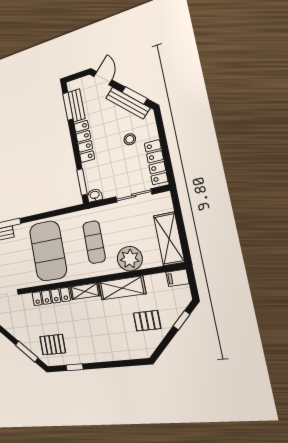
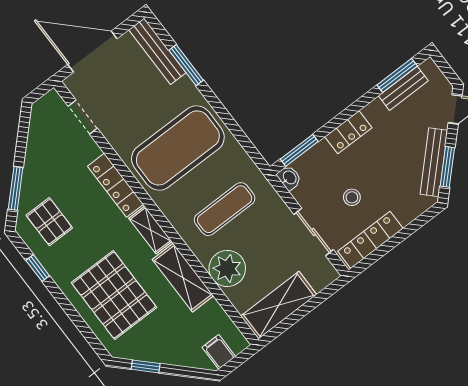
stool: (130, 139) -> (352, 197), moved
locker: (84, 141) -> (348, 132), width x0.66
filing cabinet: (177, 278) -> (219, 352), moved
window: (182, 320) -> (146, 366), moved
pallet: (147, 321) -> (114, 295), moved, width x2.05, depth x2.00

